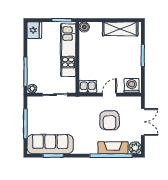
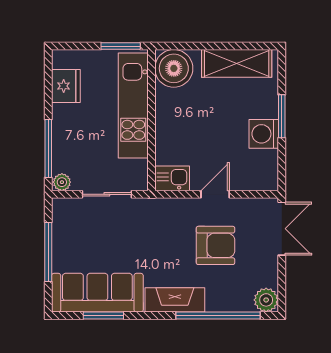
boiler: (84, 27) -> (174, 68), width x1.86, depth x1.86
fridge: (34, 30) -> (66, 86), moved
washing machine: (132, 86) -> (264, 134), moved, turned -90
armchair: (110, 120) -> (215, 245), turned -90
double door: (143, 122) -> (282, 229), moved
fireplace: (113, 148) -> (175, 300), moved

